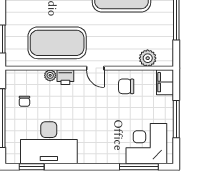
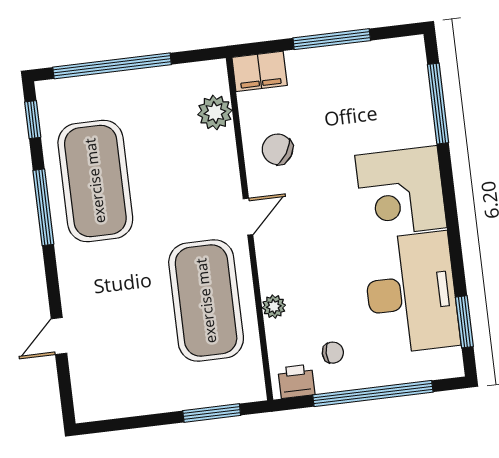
printer: (65, 77) -> (296, 381), moved, turned -90
chair: (126, 86) -> (277, 149), turned 123
corner desk: (146, 144) -> (401, 192), moved

